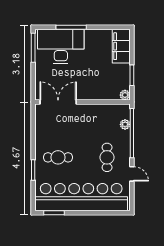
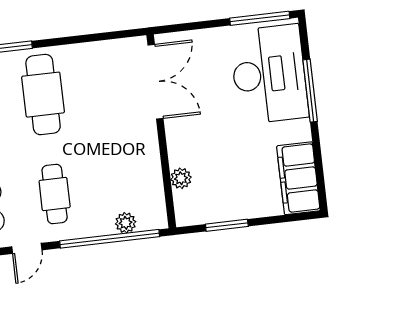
filing cabinet: (121, 46) -> (298, 178), moved, turned -90
plant: (125, 95) -> (181, 178), moved
cafe table: (58, 157) -> (43, 95), width x1.37, depth x1.35
cafe table: (107, 157) -> (55, 194), turned 90

